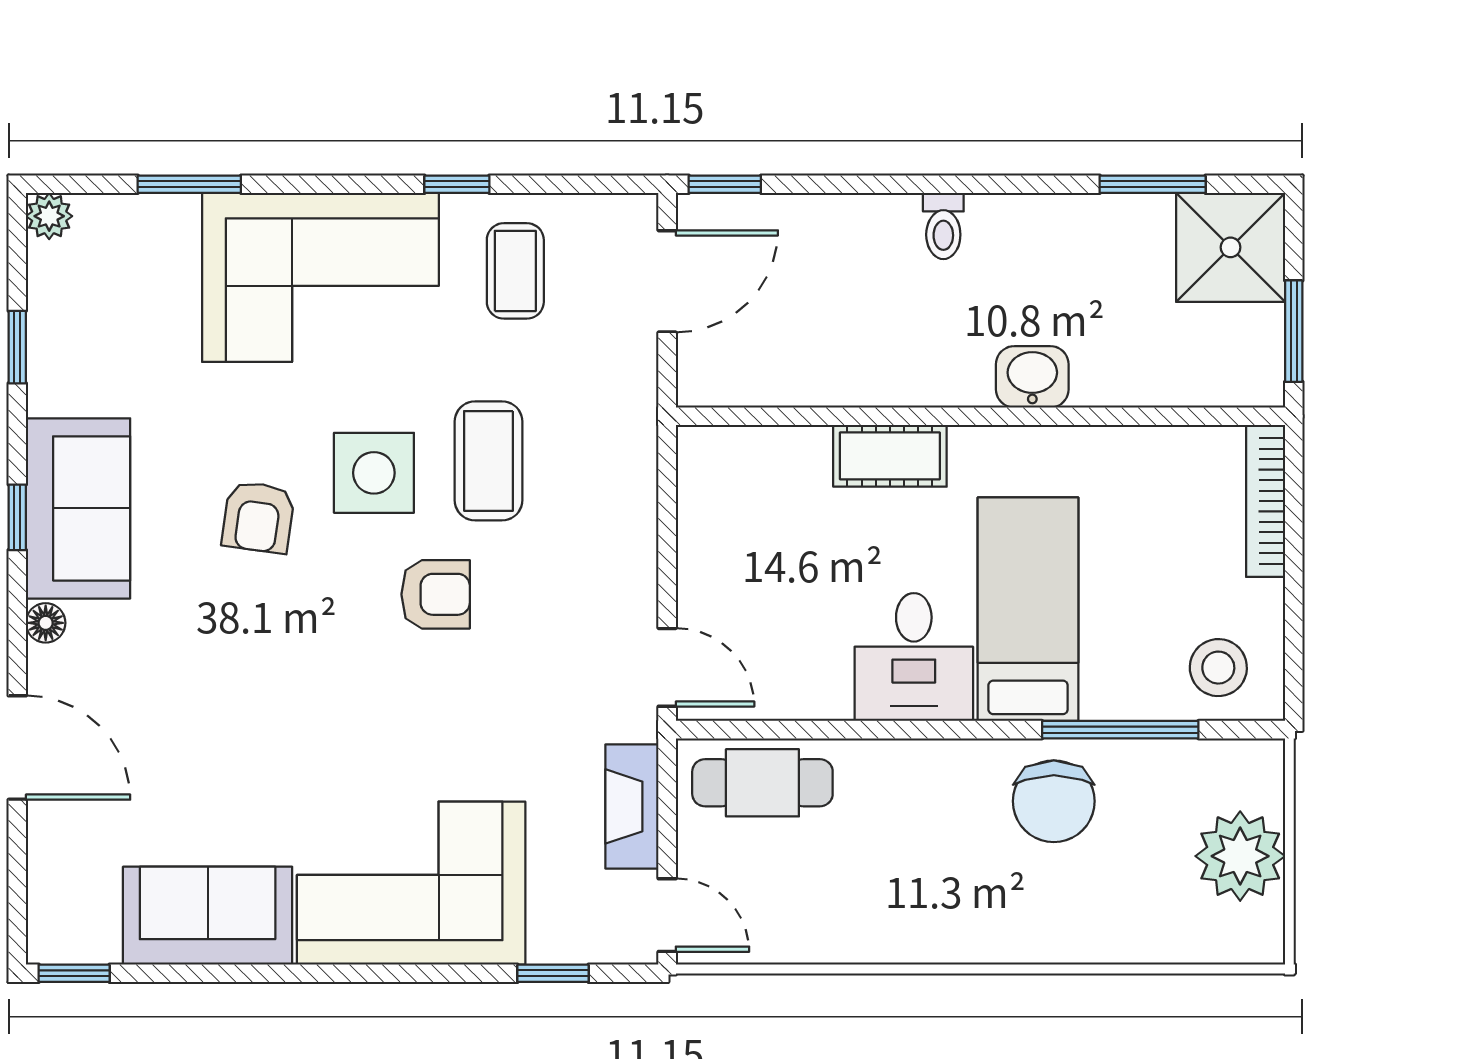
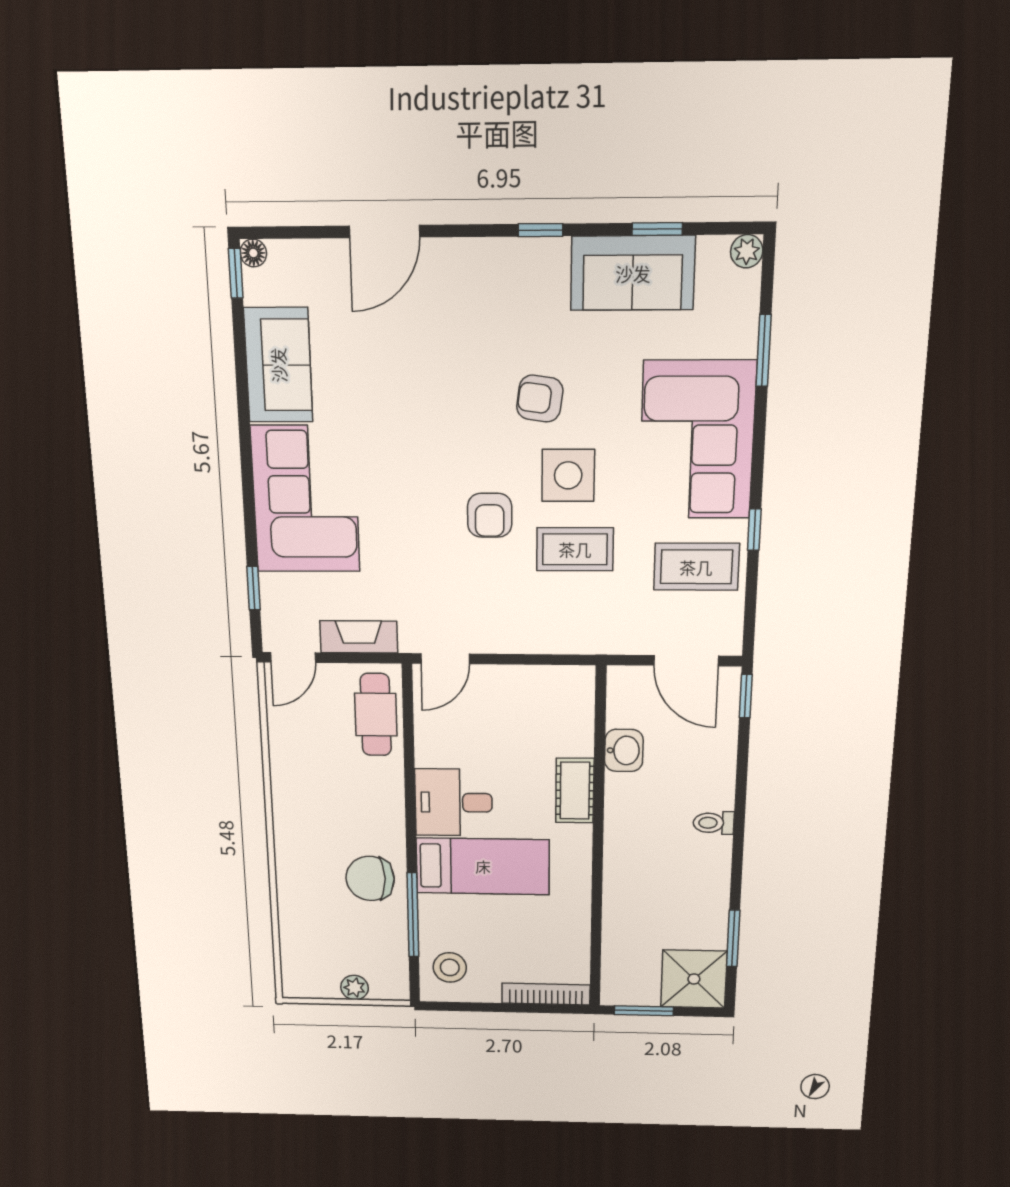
coffee table: (515, 271) -> (696, 567), width x1.36, depth x1.30
washbasin: (1032, 377) -> (624, 750), moved
sofa: (78, 508) -> (633, 273), moved
floor lamp: (46, 623) -> (253, 253), moved
plant: (1240, 856) -> (355, 988), width x0.53, depth x0.53

